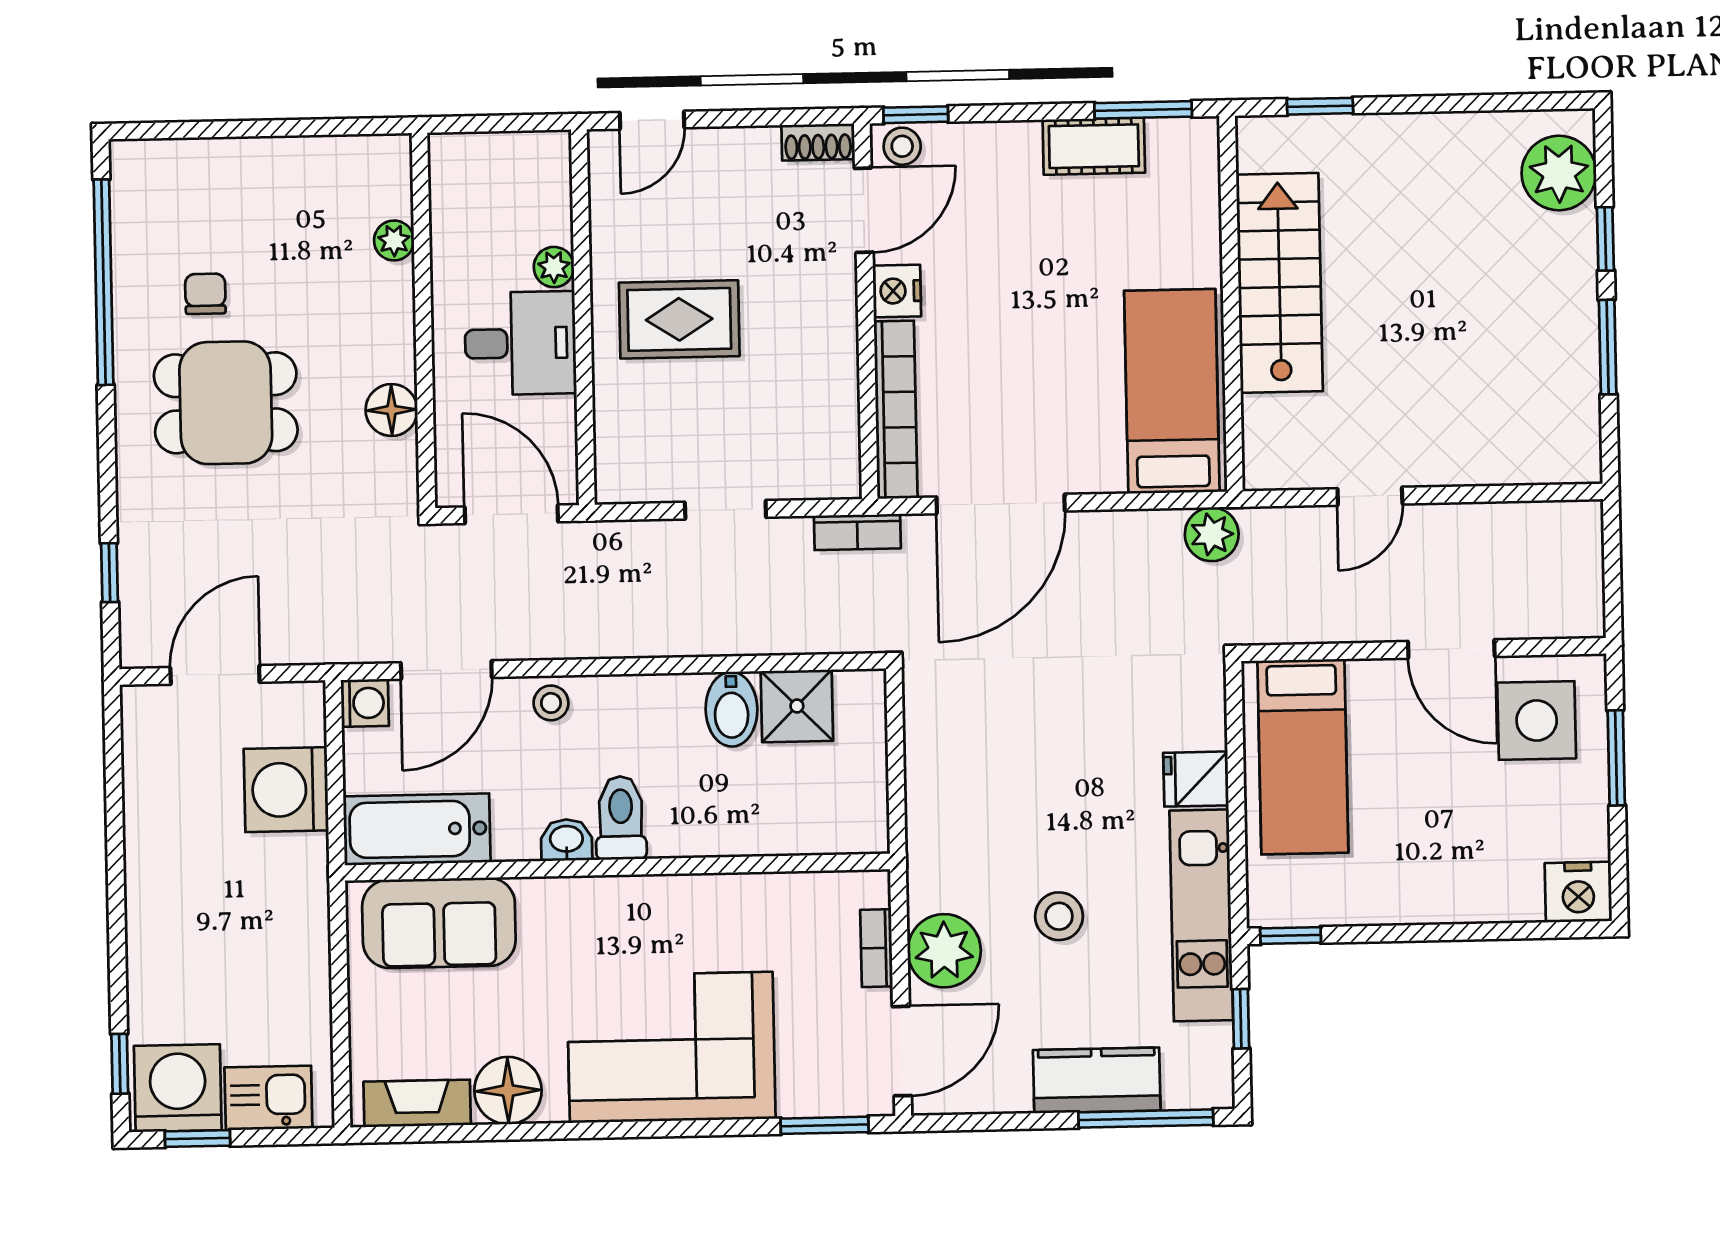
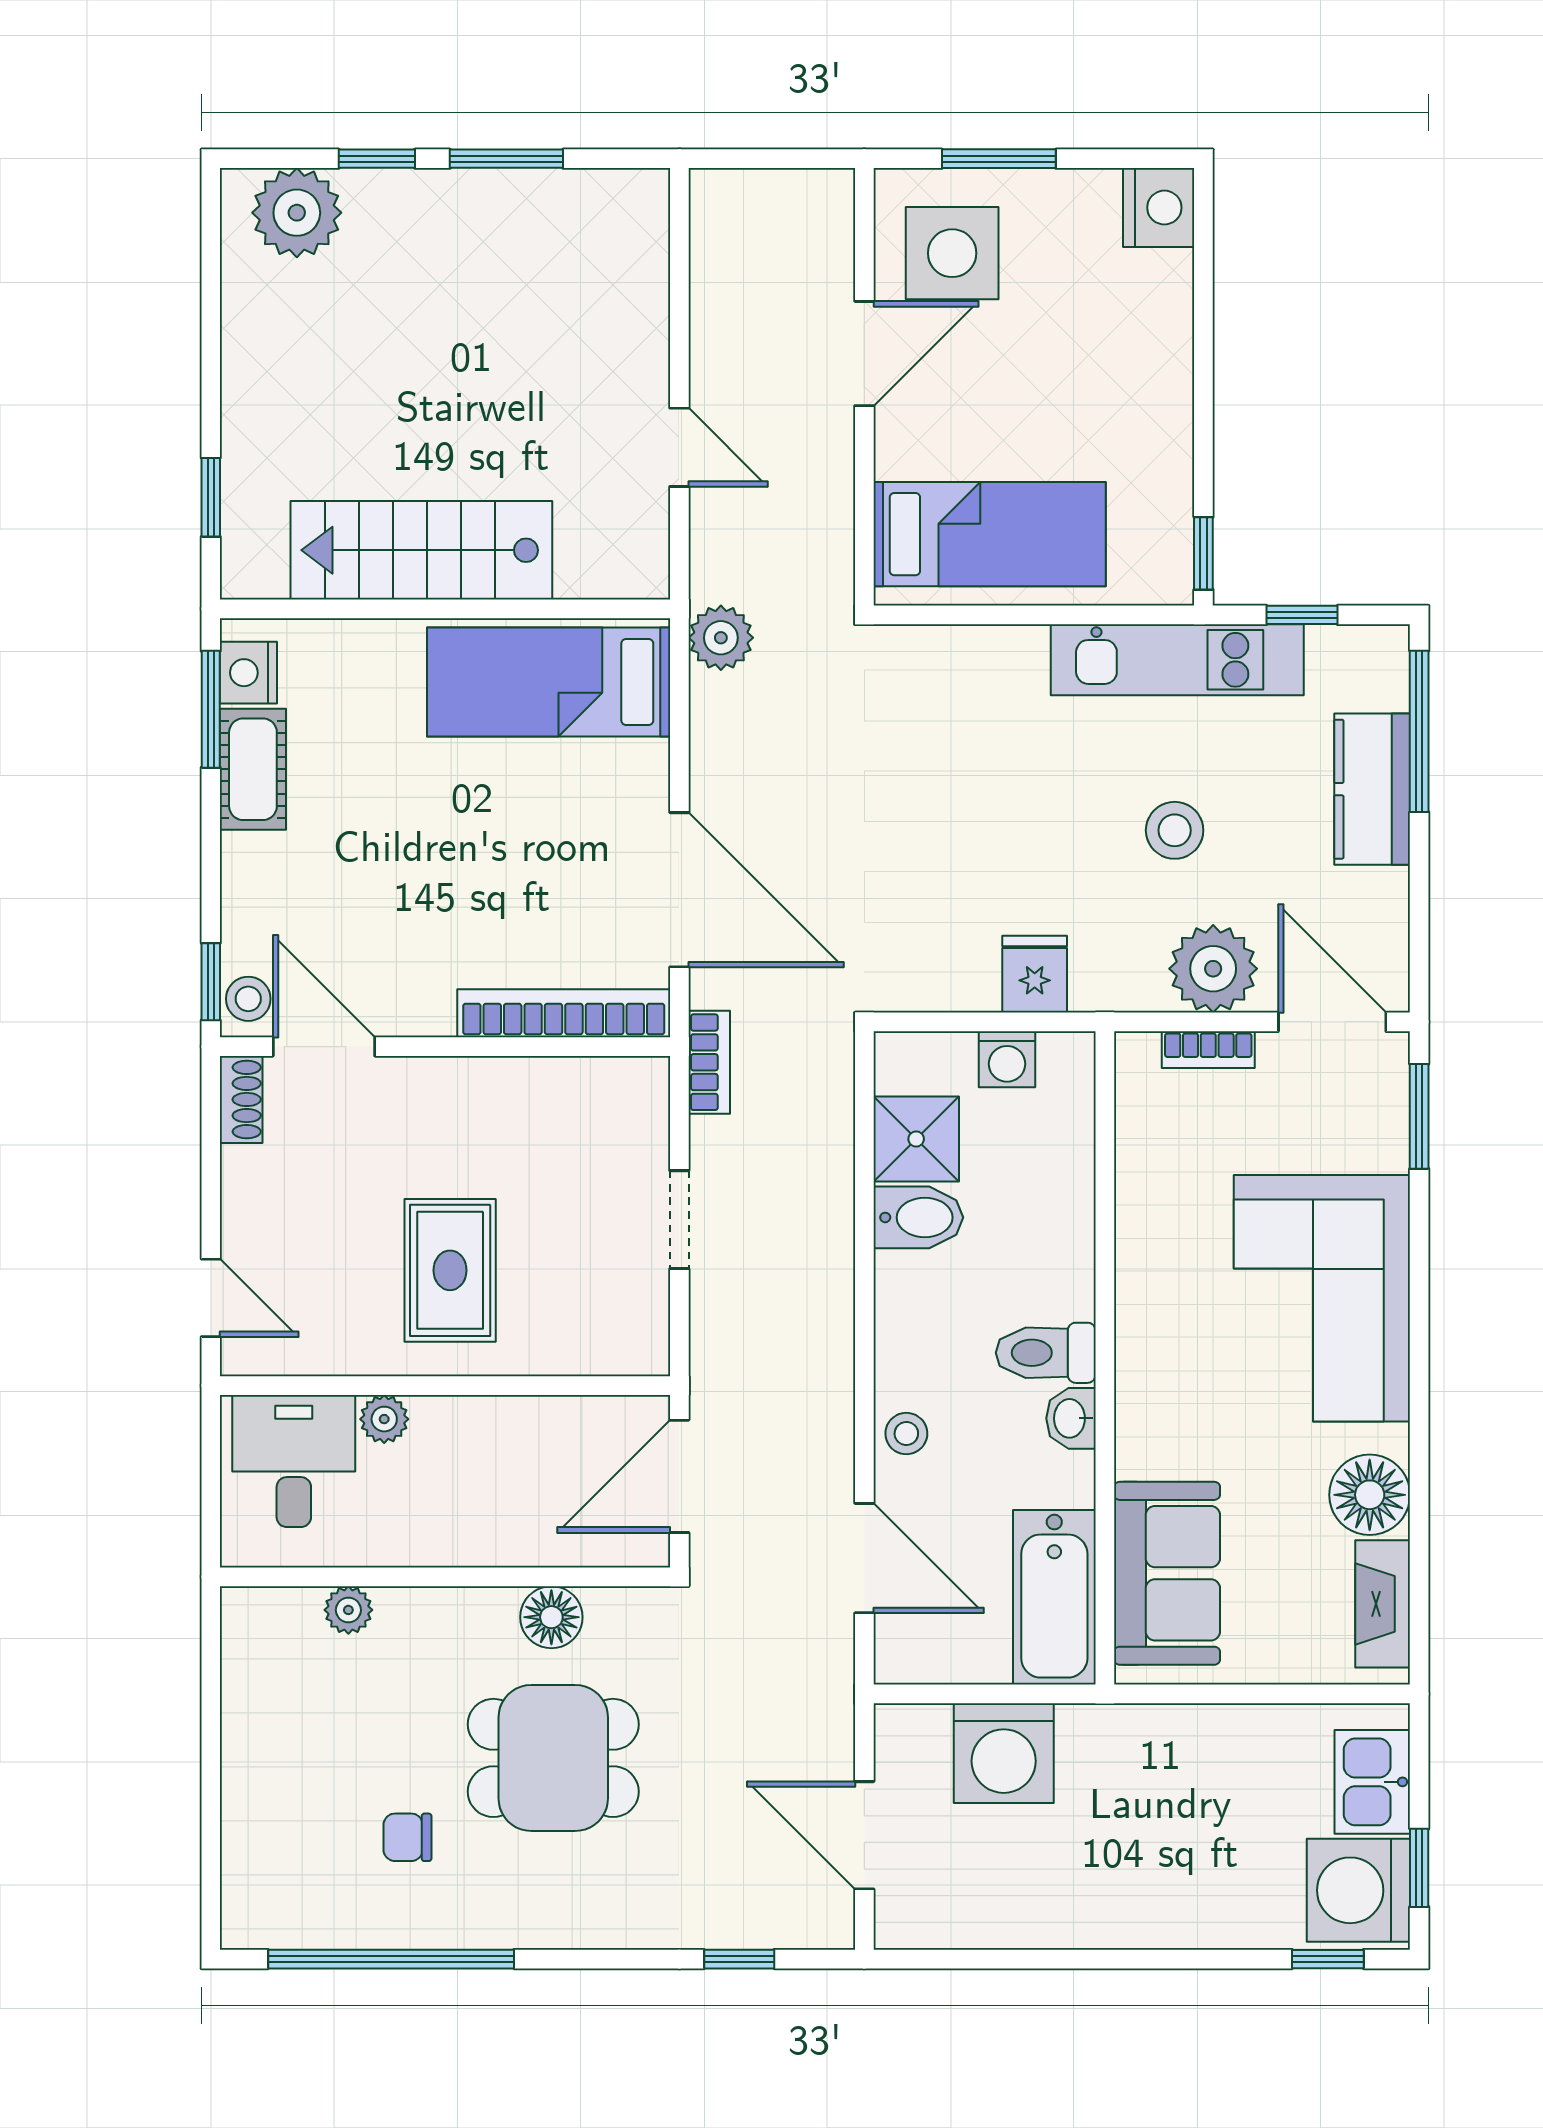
nightstand: (897, 291) -> (248, 673), moved, turned 90
desk: (520, 343) -> (294, 1461), moved
dining table: (226, 403) -> (553, 1758), moved, turned 90
washing machine: (365, 703) -> (1007, 1059), moved, turned 180
fridge: (1196, 779) -> (1035, 974), moved, turned 180

